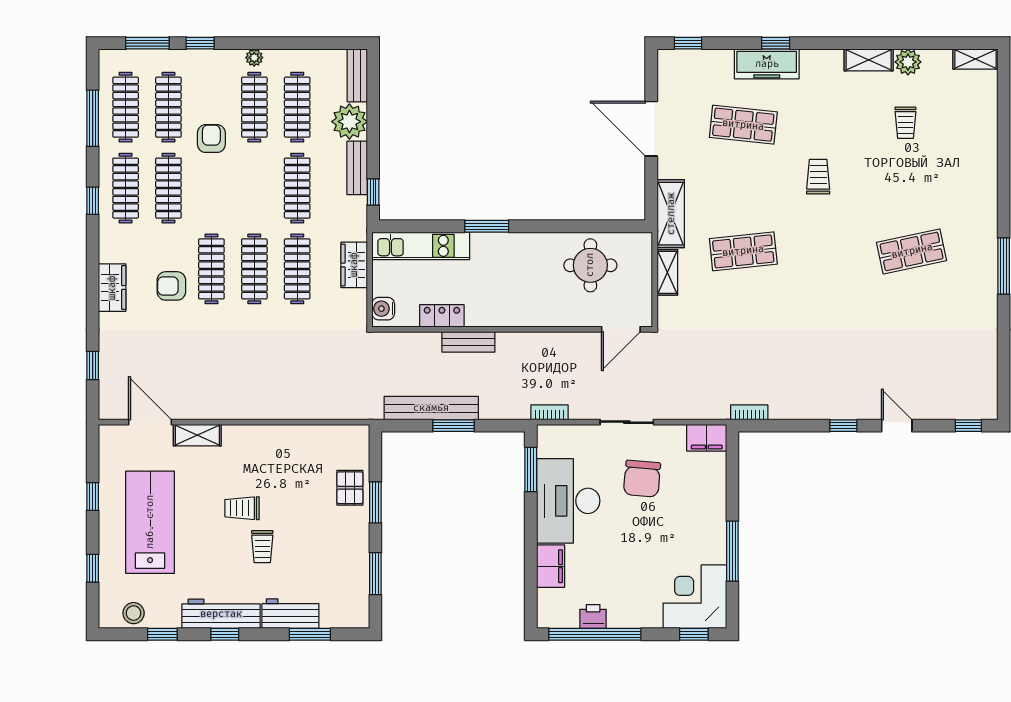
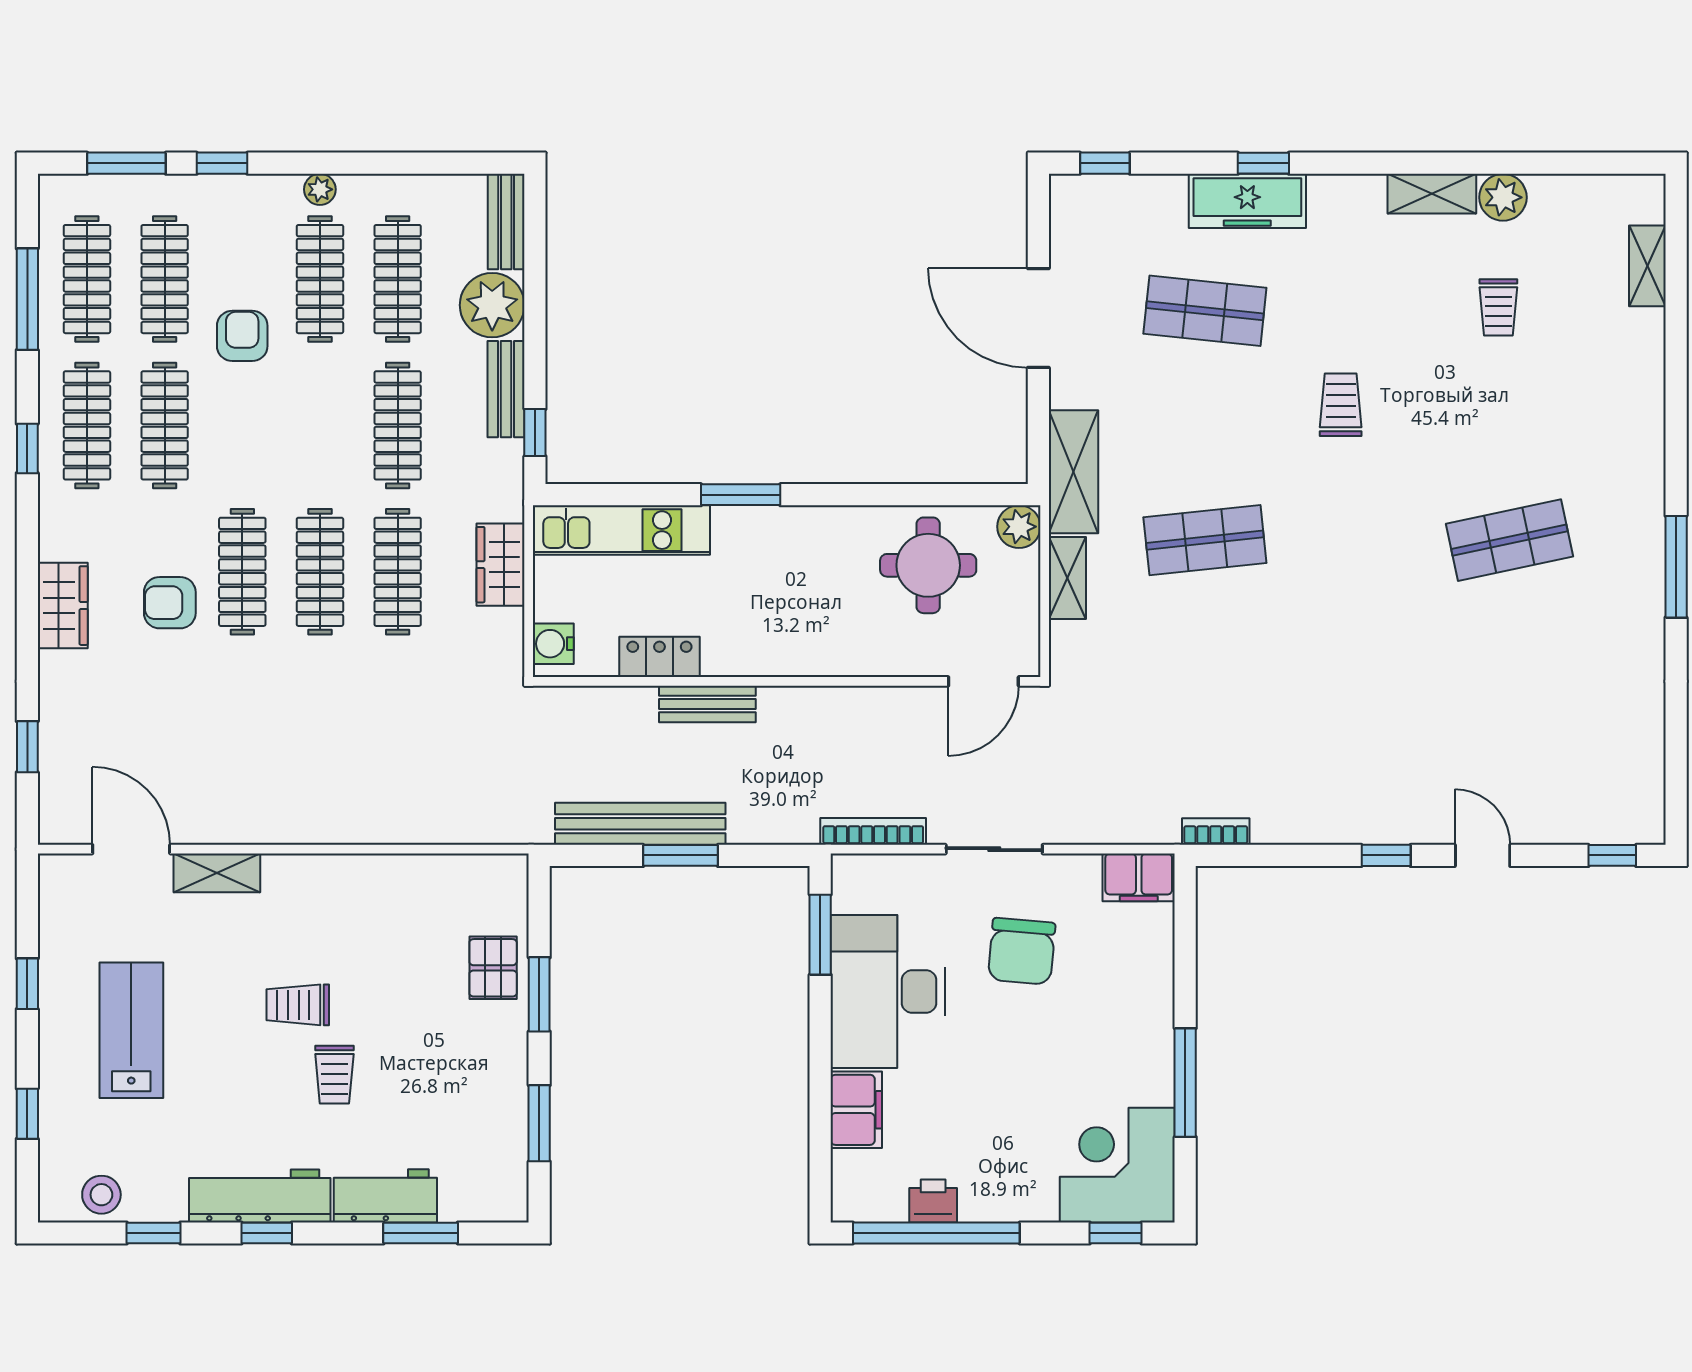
shelving: (975, 59) -> (1647, 266), moved, turned 90
plant: (641, 244) -> (1019, 527), added
bookcase: (549, 412) -> (873, 831), width x1.56
lab bench: (150, 522) -> (131, 1030), width x0.73, depth x0.72

